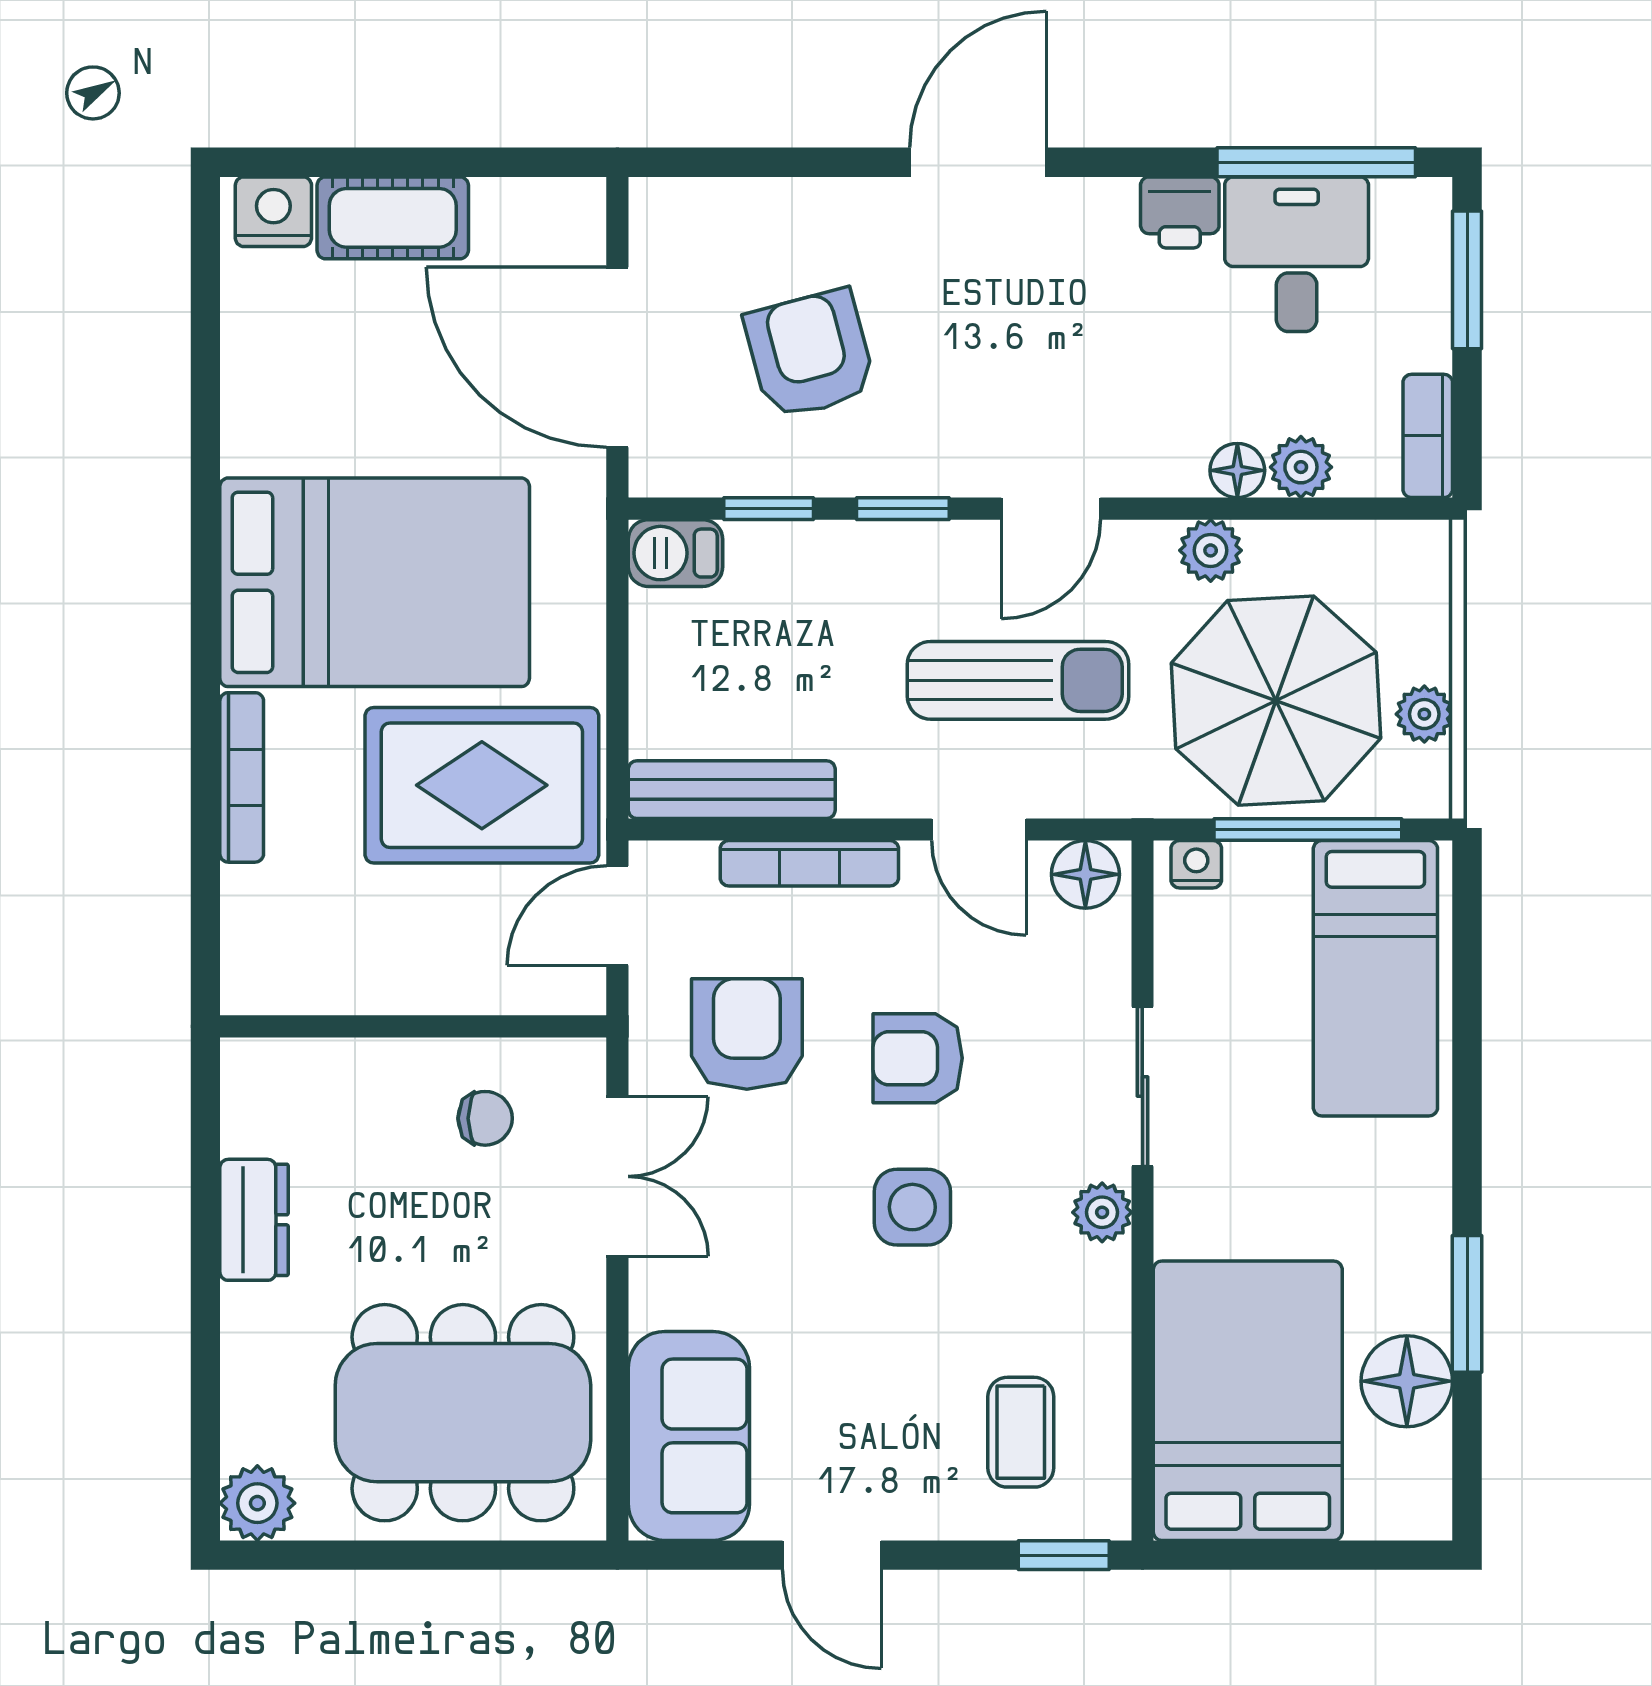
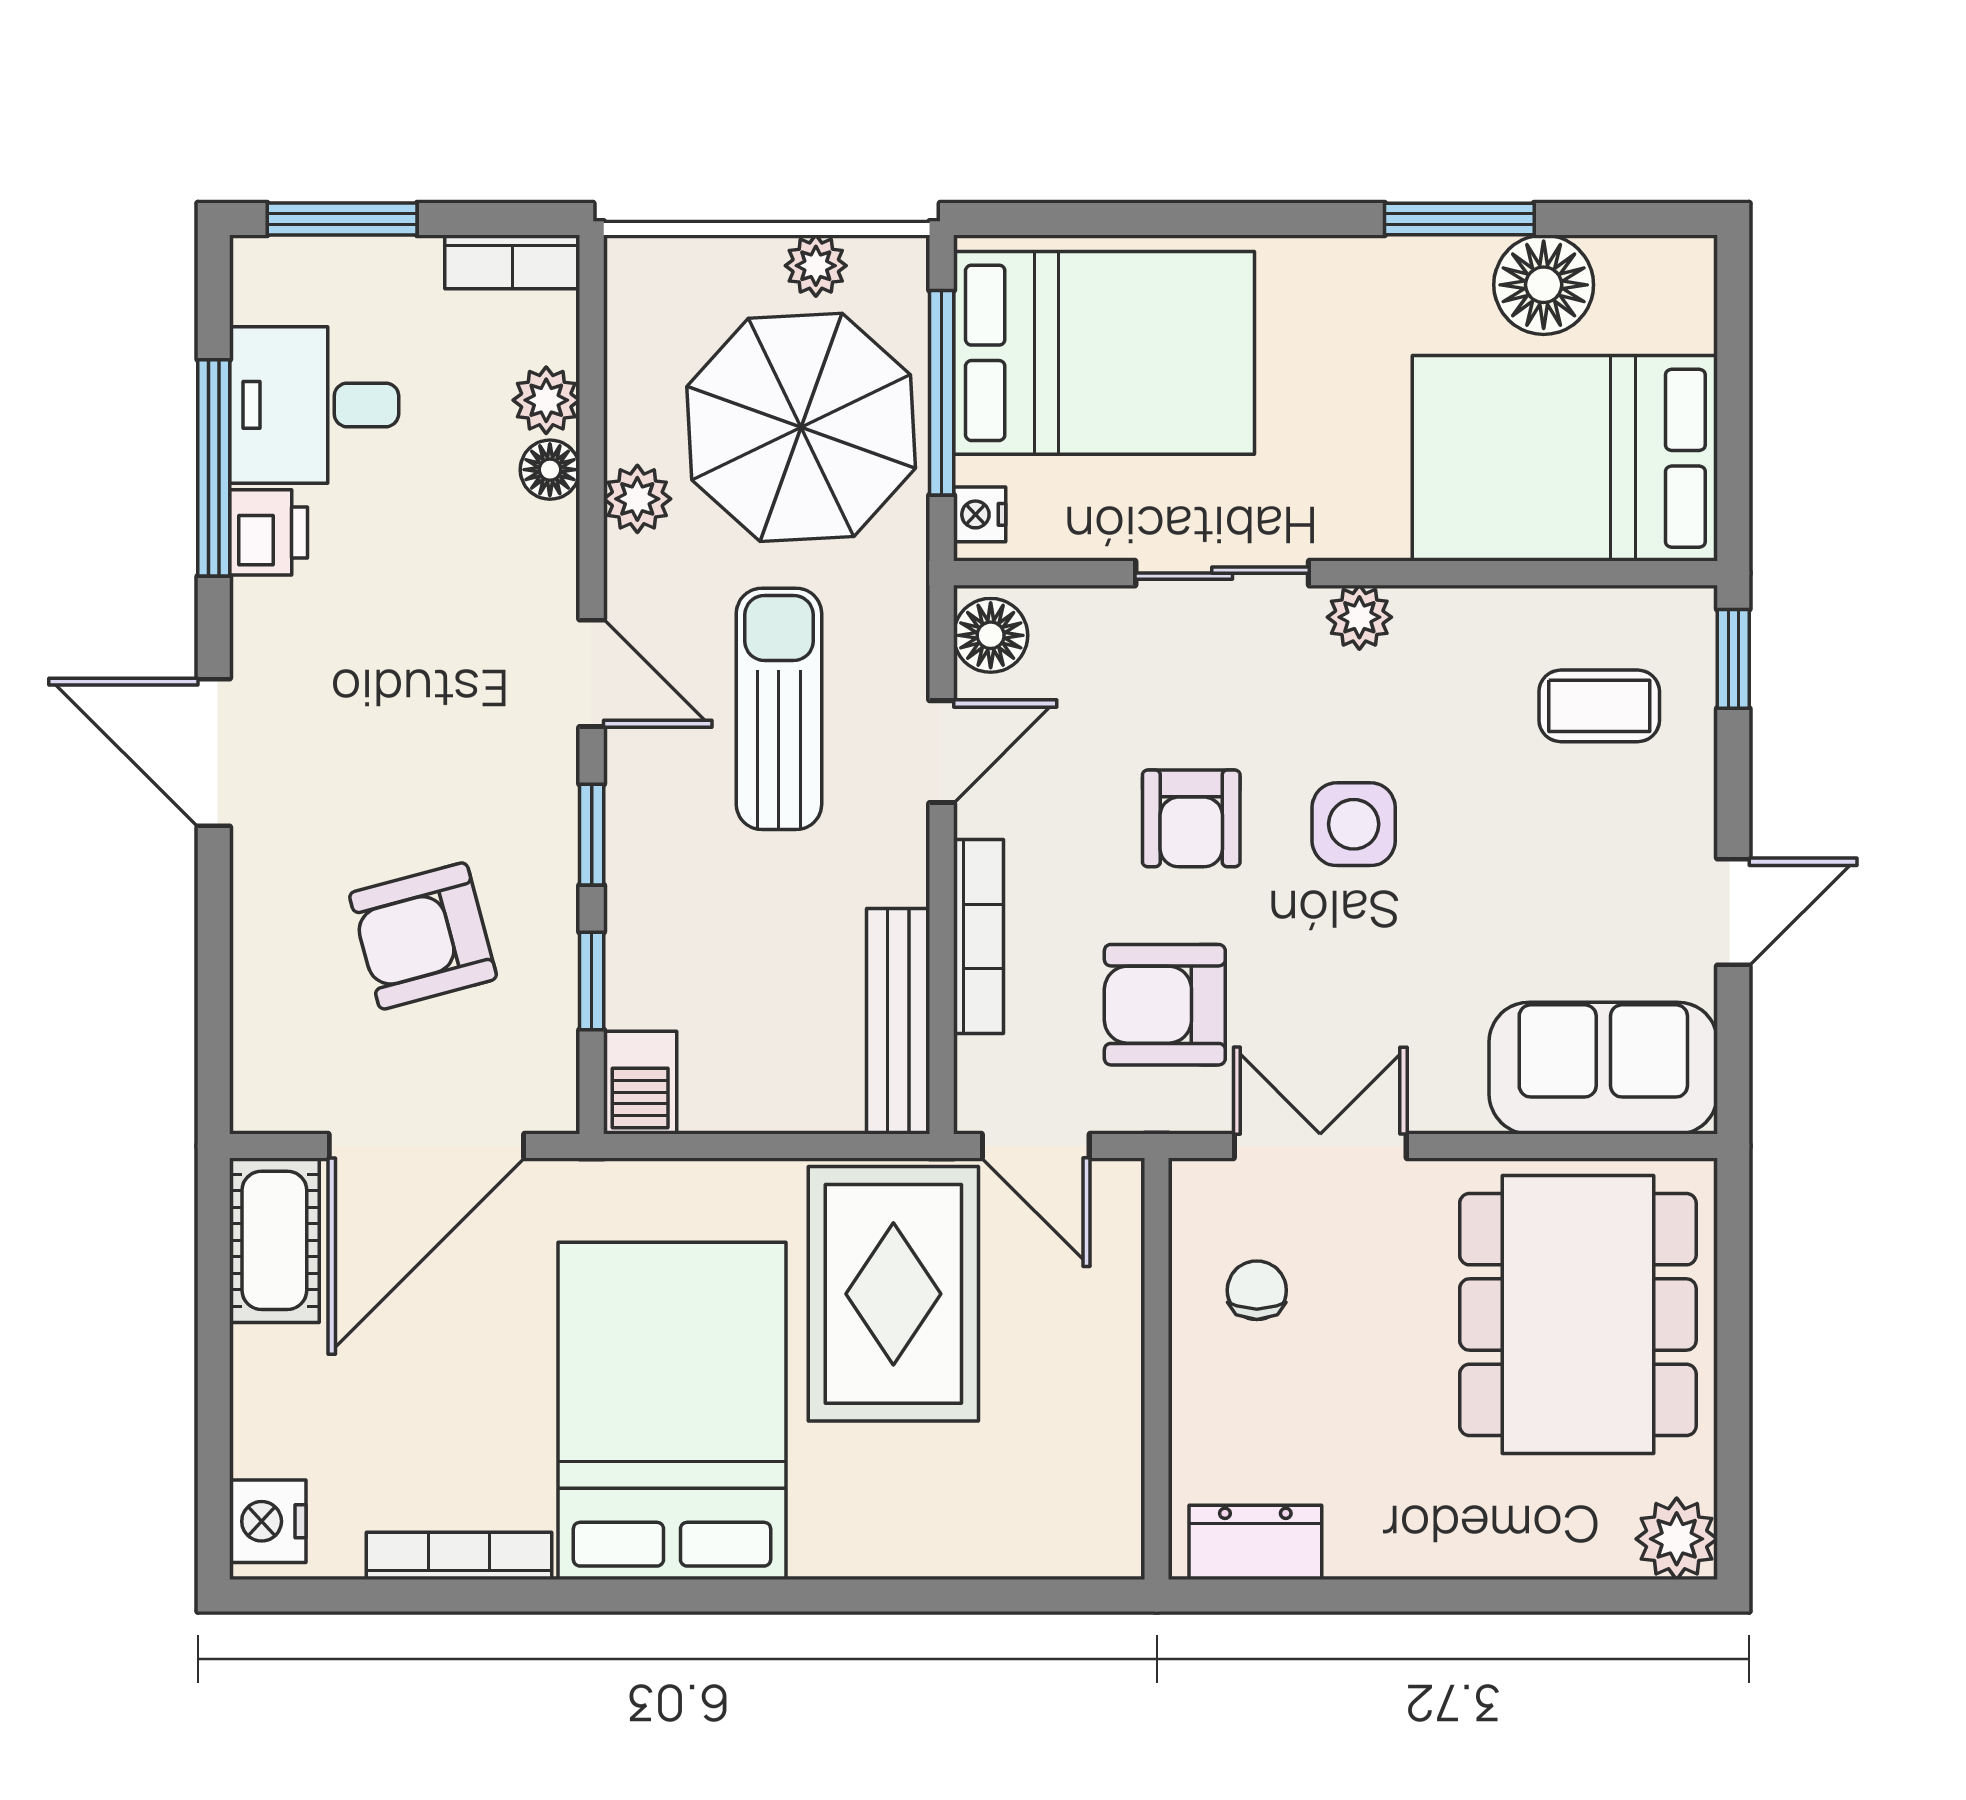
window: (1316, 162) -> (214, 468), moved
cot: (393, 218) -> (274, 1240), moved
bookcase: (242, 777) -> (459, 1556), moved
bed: (1375, 978) -> (1104, 353), width x1.50
dresser: (254, 1220) -> (1255, 1542), moved

